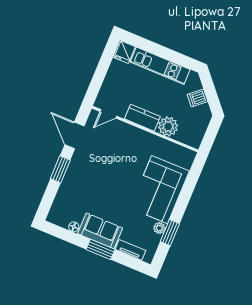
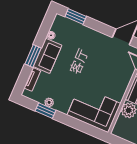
window: (60, 169) -> (76, 17), moved
corner sofa: (160, 190) -> (94, 109), moved

